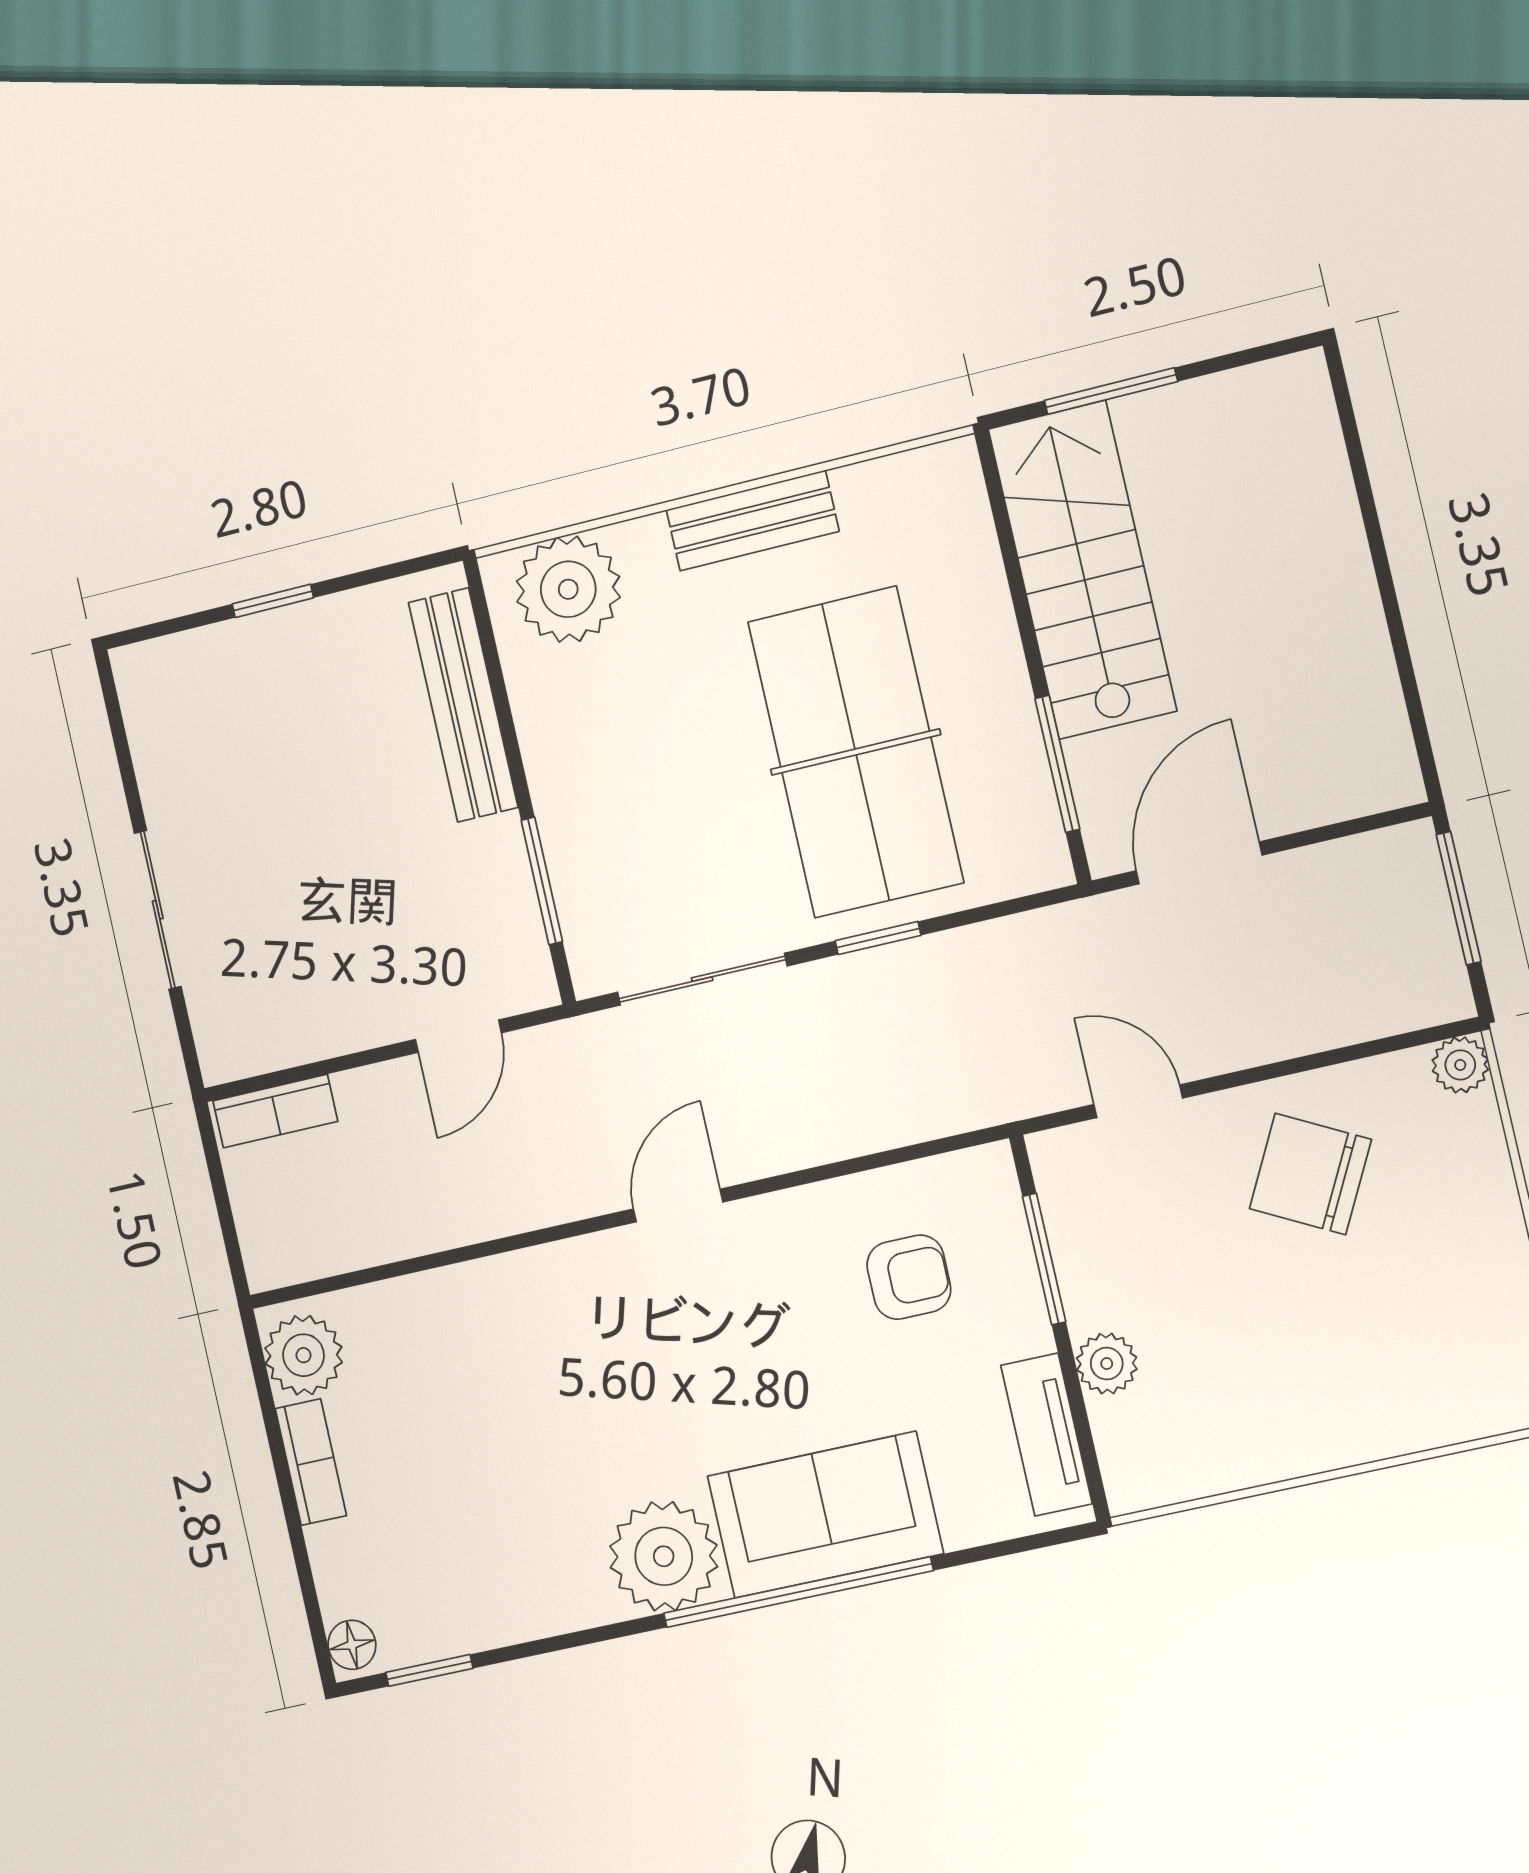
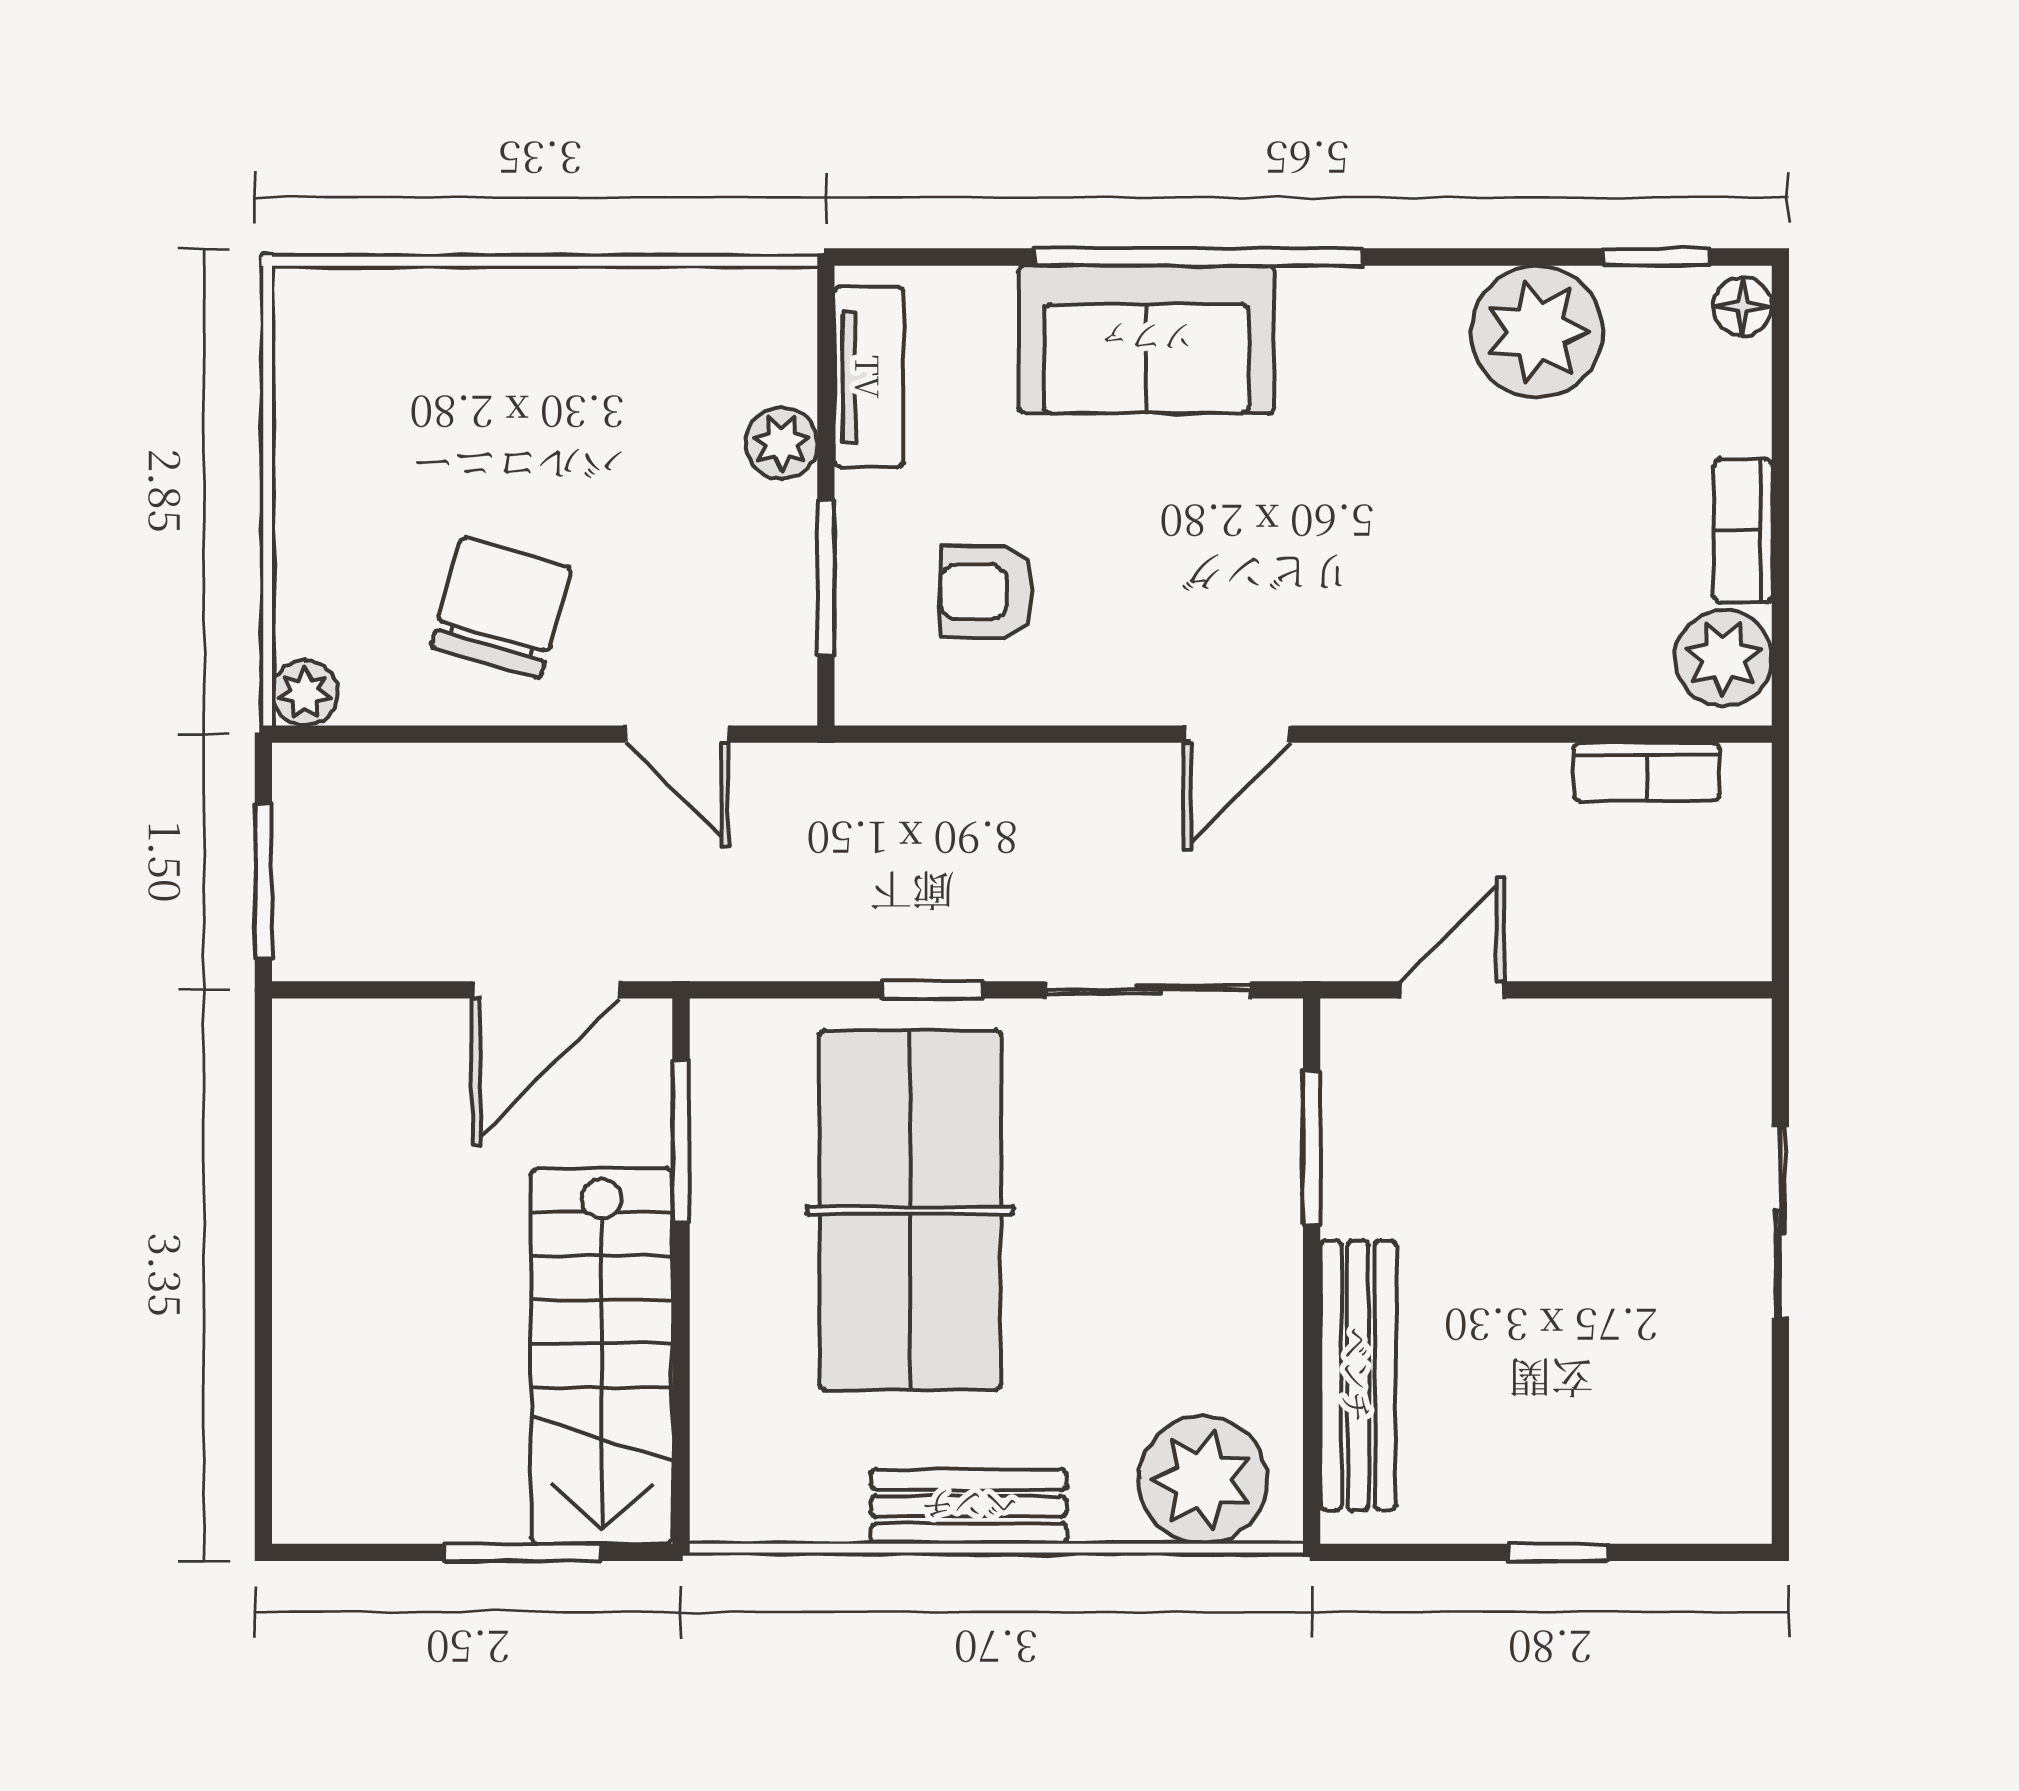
bookcase: (275, 1111) -> (1646, 772), moved, turned 180
chair: (1310, 1174) -> (501, 608), turned -102
plant: (664, 1556) -> (1537, 332), moved

